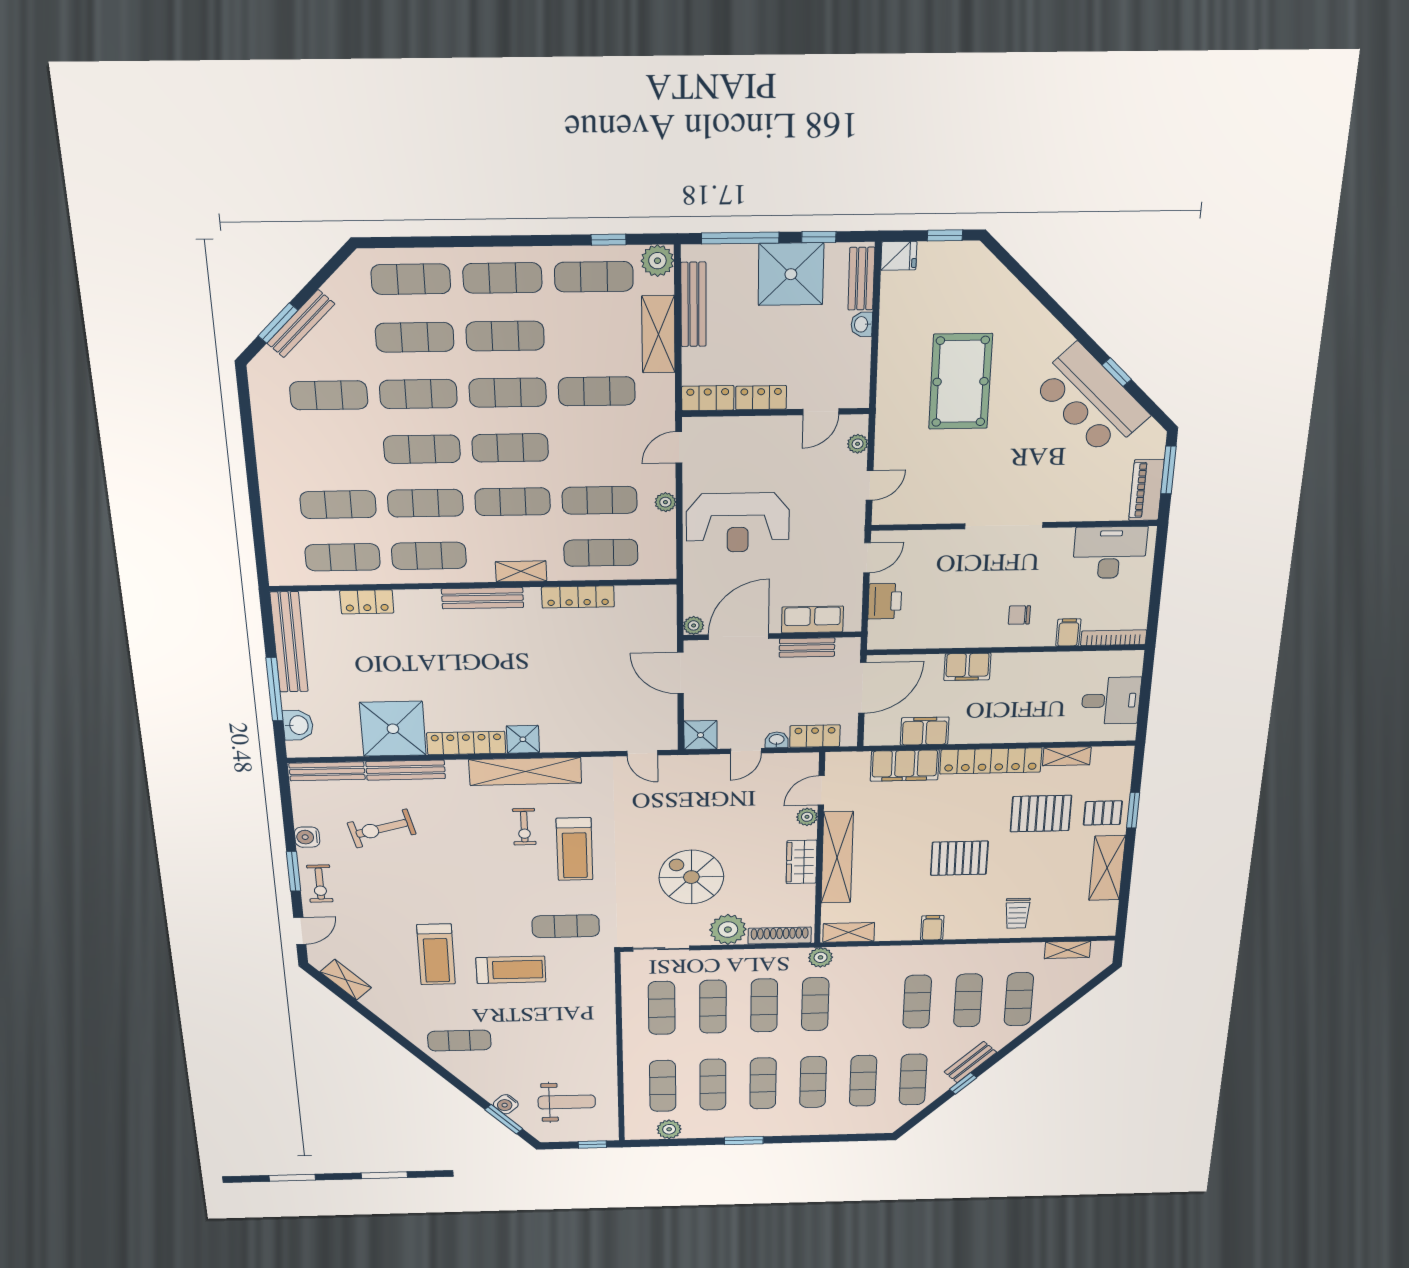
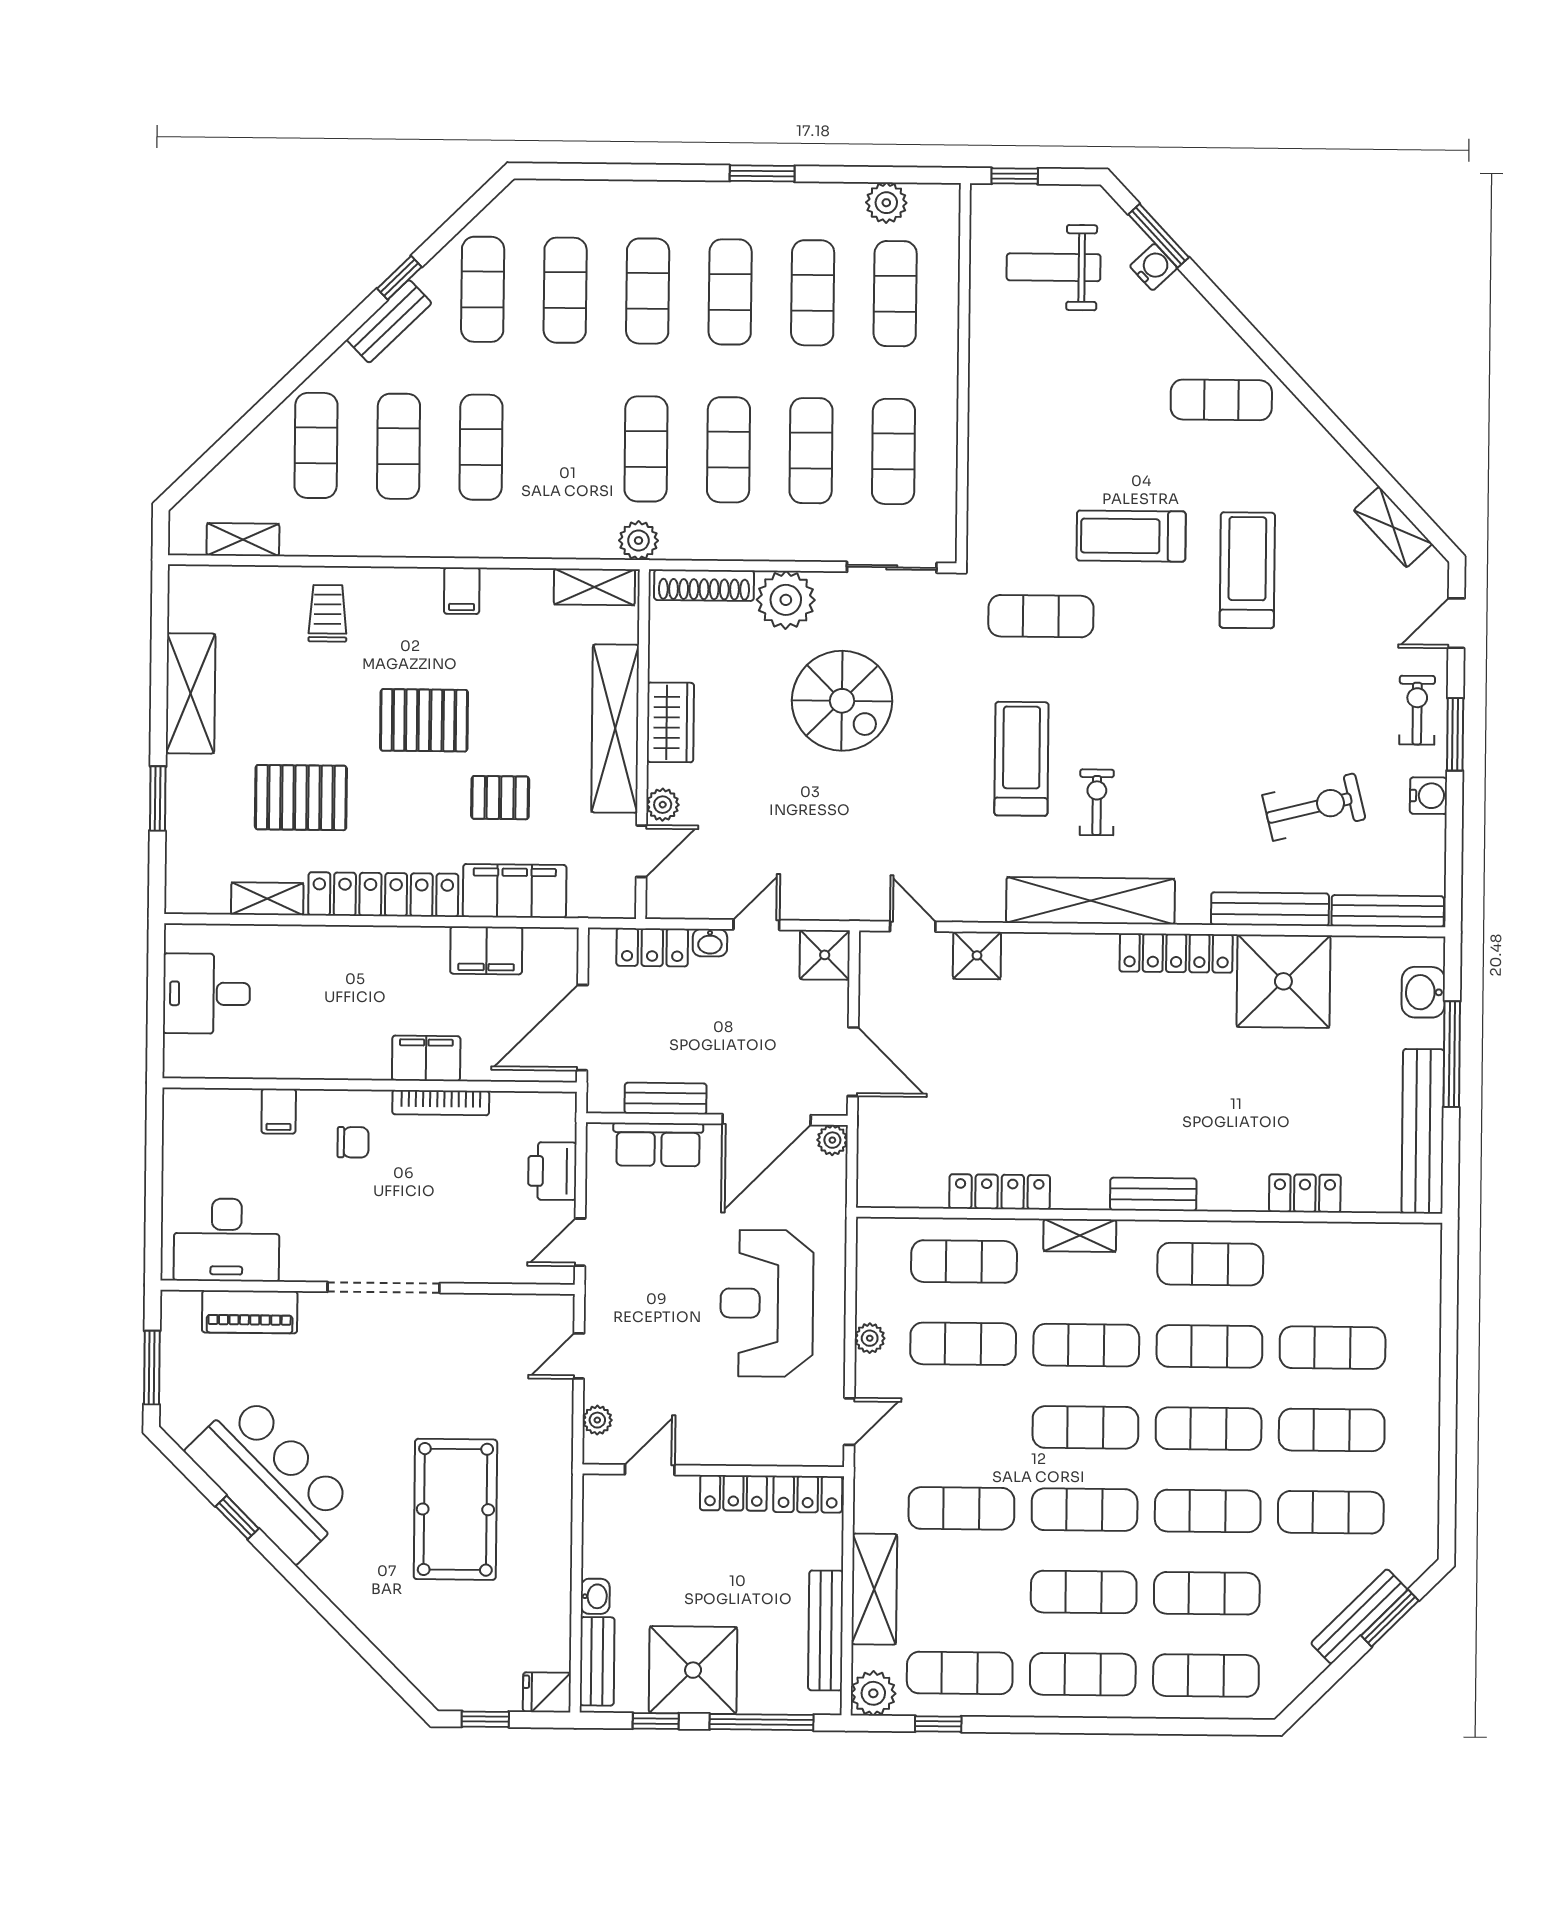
piano: (1146, 490) -> (250, 1312), moved, turned 90
reception desk: (738, 523) -> (767, 1303), turned -90
exercise mat: (343, 557) -> (1332, 1430), moved
bench: (483, 598) -> (1153, 1194), width x0.73
bookcase: (1114, 638) -> (441, 1103), moved
shower: (523, 739) -> (977, 955), moved
pallet: (1103, 813) -> (500, 798), moved

